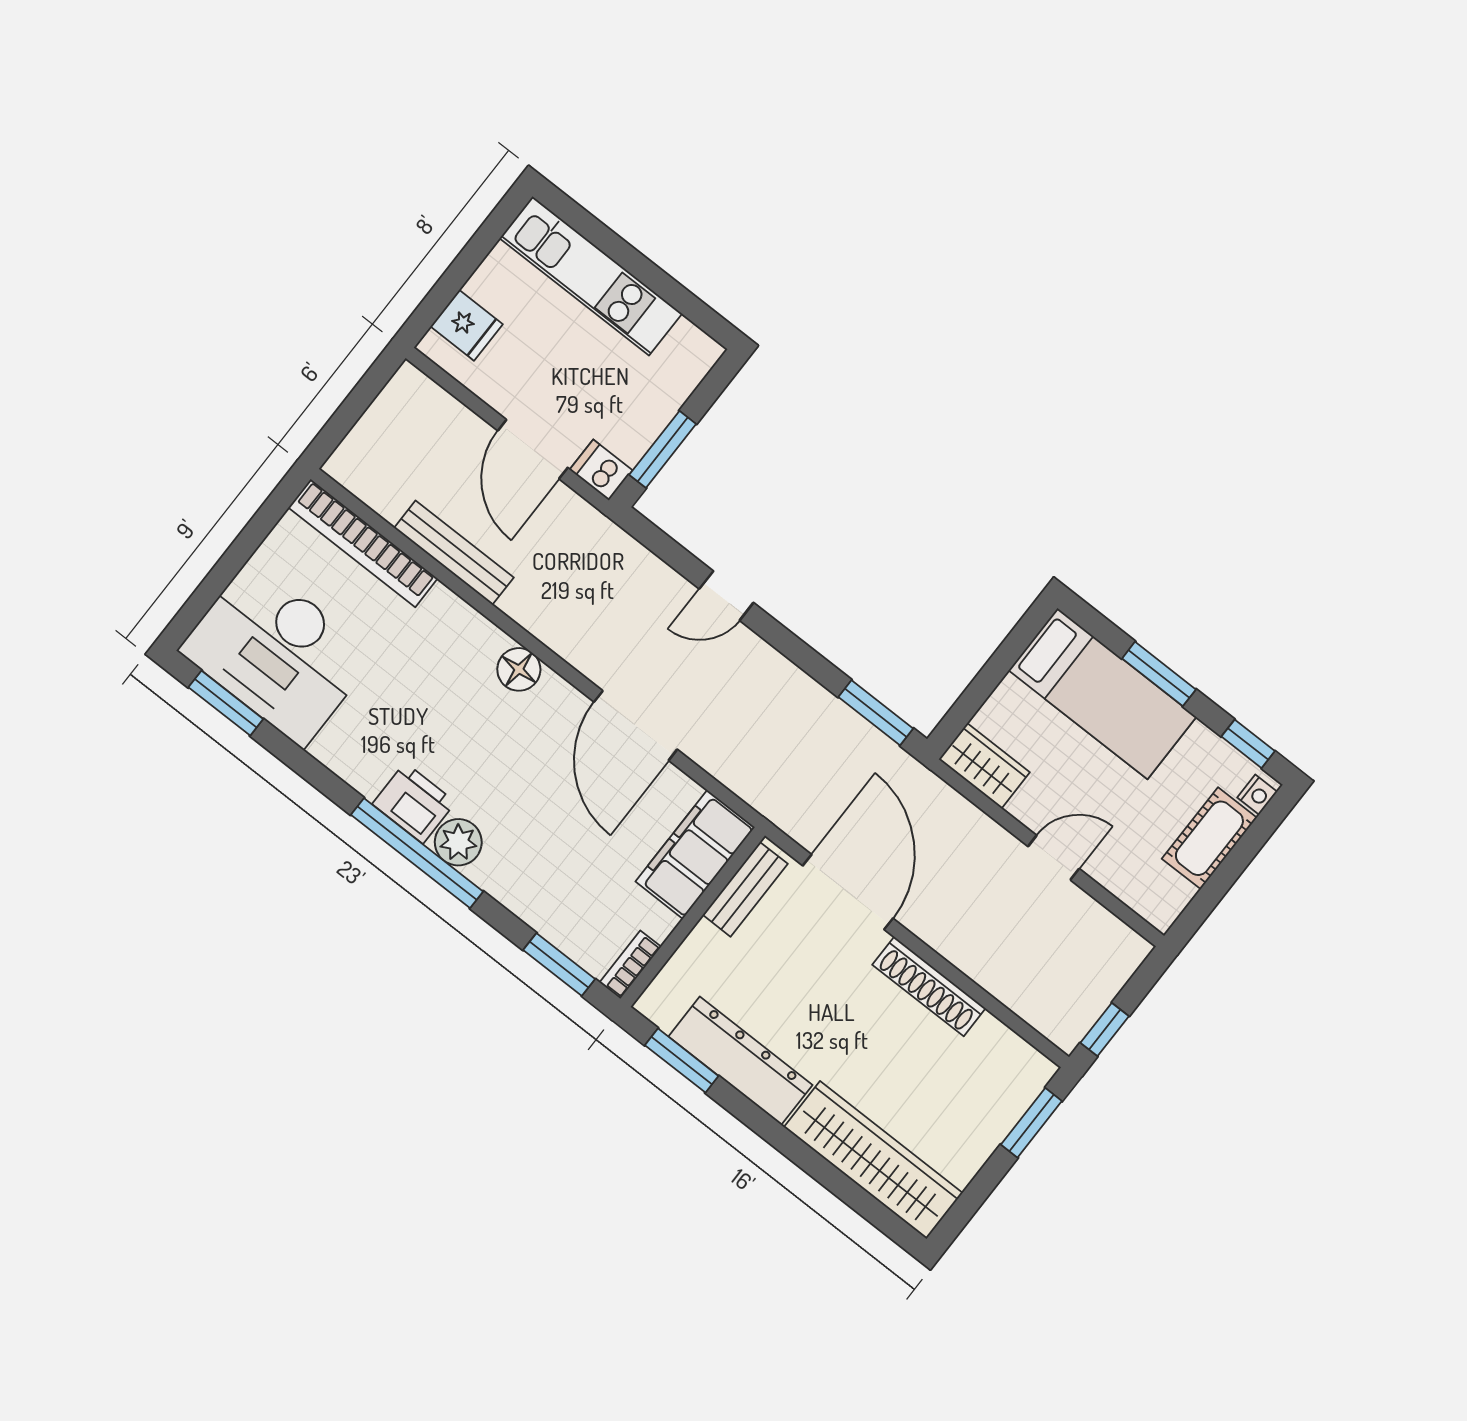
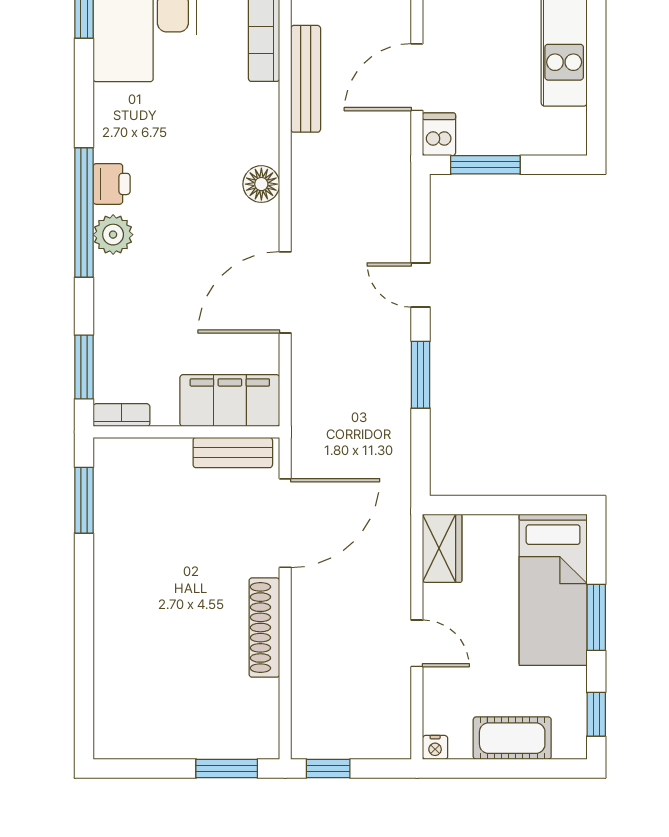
window: (876, 713) -> (421, 375), moved
nightstand: (1257, 795) -> (435, 747), moved
printer: (414, 803) -> (112, 184), width x0.73, depth x0.81
dresser: (741, 1061) -> (115, 540), removed
wardrobe: (873, 1160) -> (118, 682), removed

